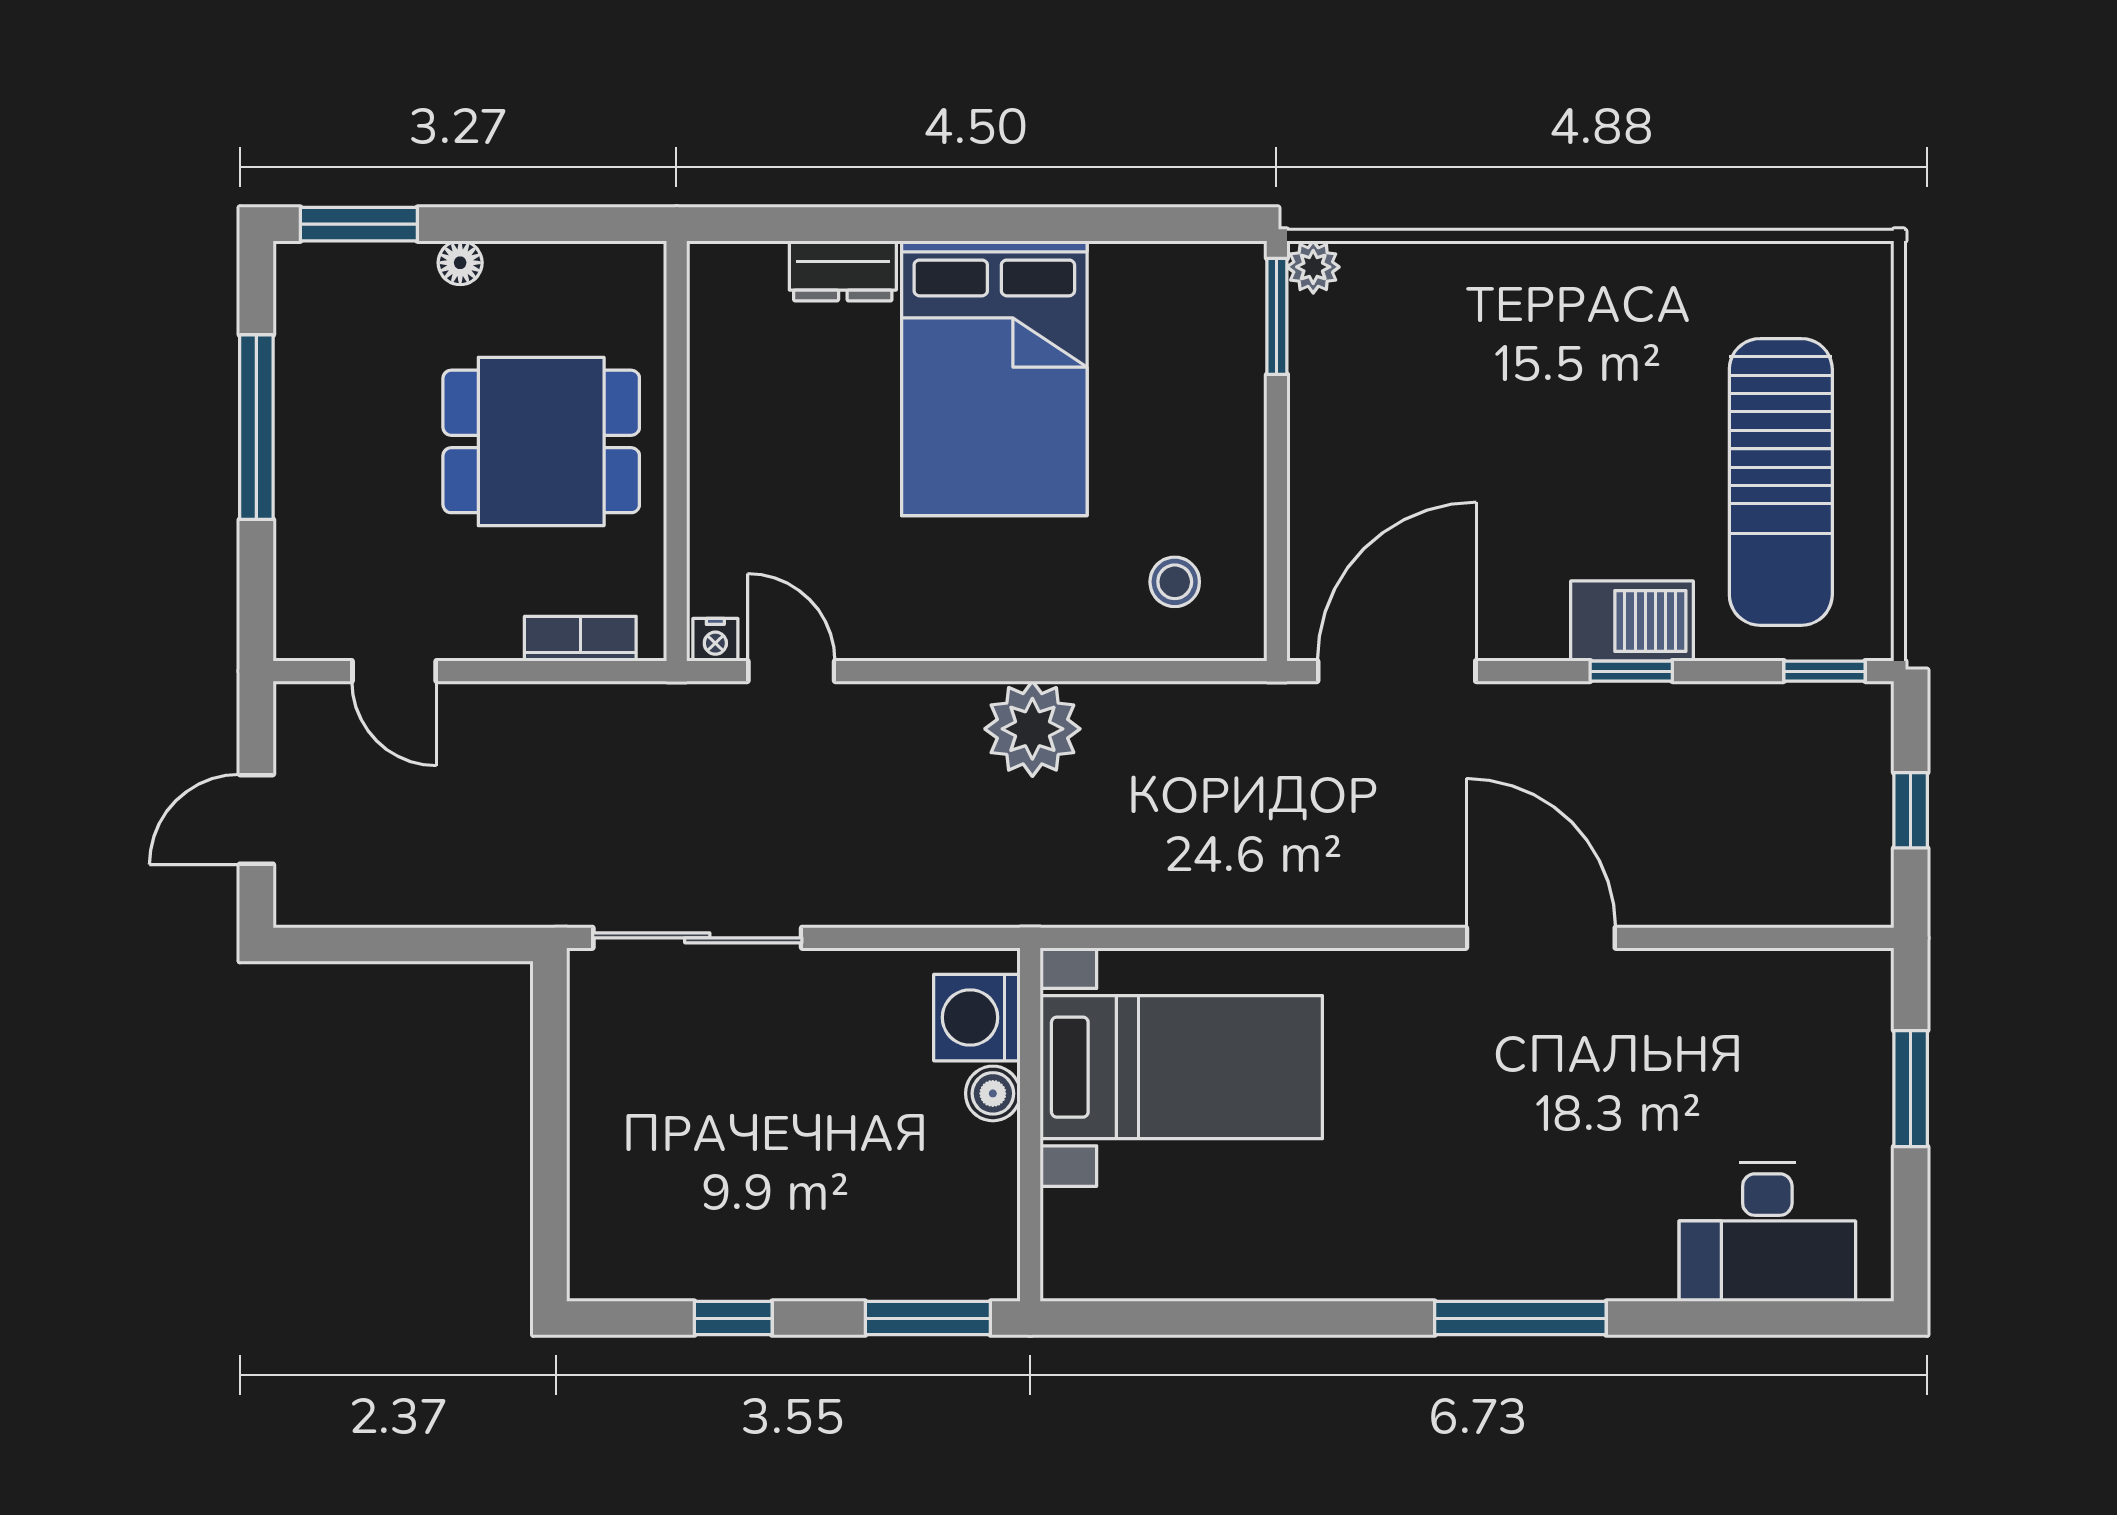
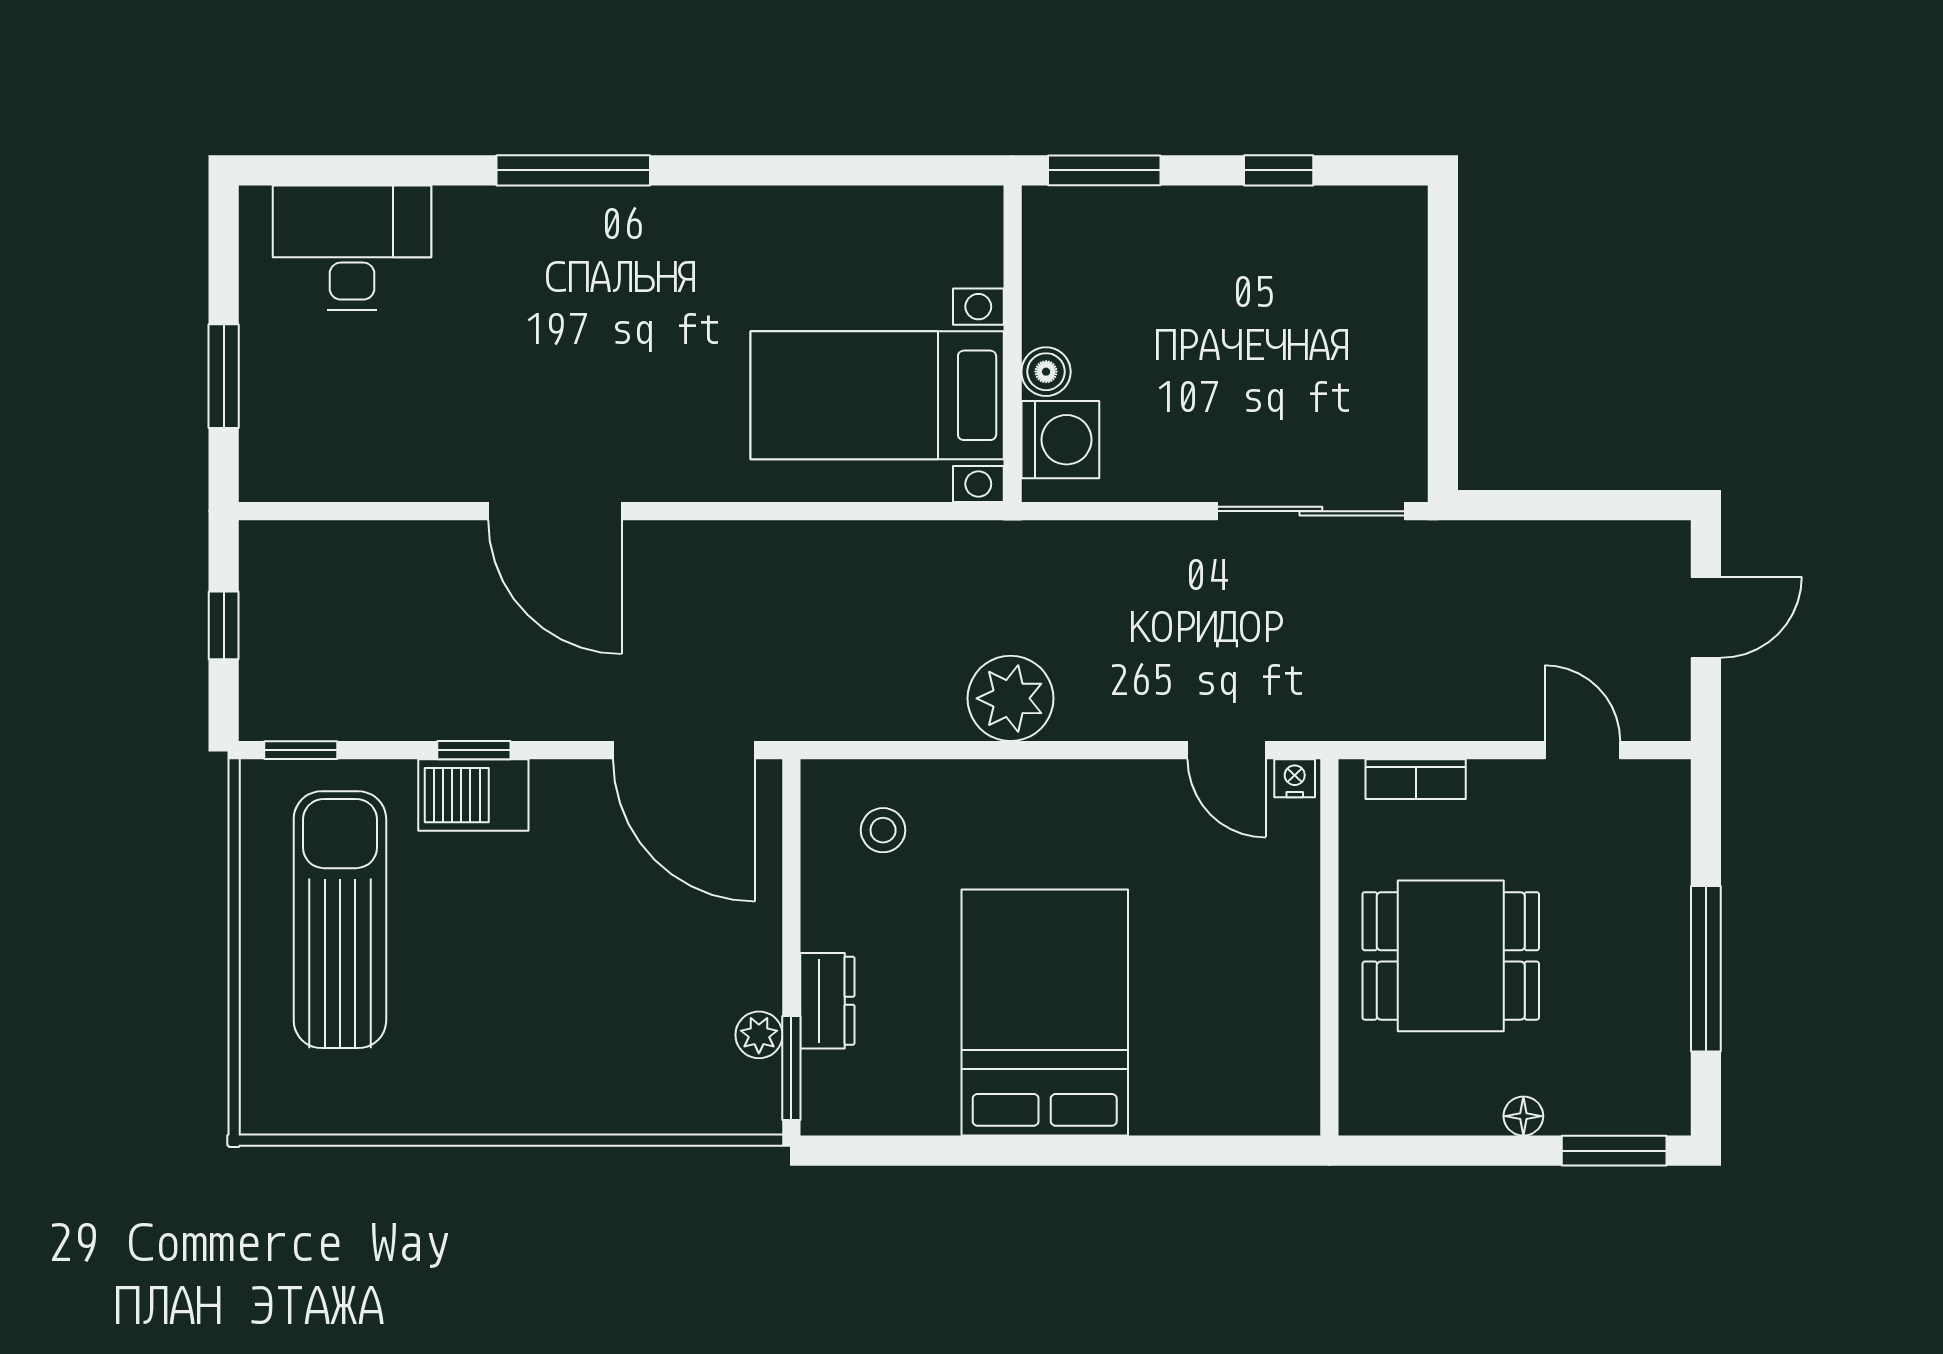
plant: (1313, 267) -> (759, 1035), moved
dresser: (843, 271) -> (827, 1001), moved, turned 90
door: (1397, 671) -> (684, 750), hinge flipped

